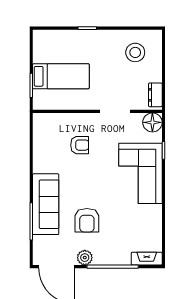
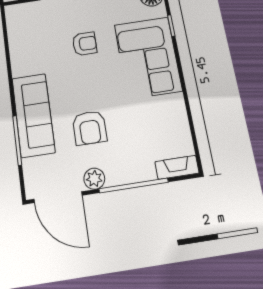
armchair: (80, 145) -> (85, 44), moved

